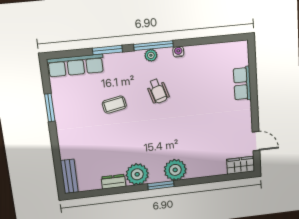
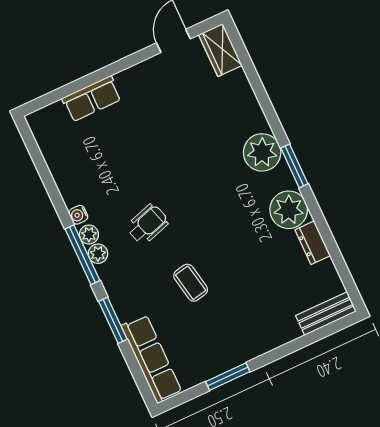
plant: (164, 54) -> (89, 235), added

